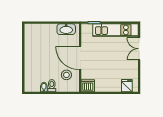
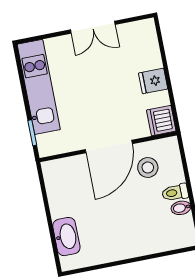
washbasin: (66, 29) -> (66, 237), moved
double door: (139, 49) -> (93, 27), moved
fridge: (127, 86) -> (153, 81), moved

